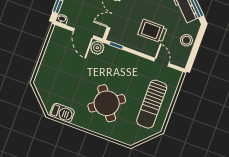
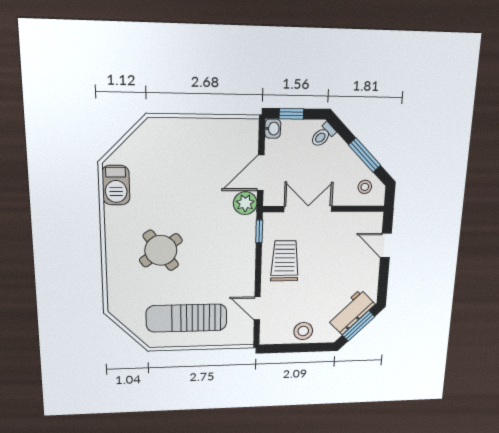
trolley: (152, 31) -> (285, 261), moved
door: (162, 62) -> (257, 308), swing flipped
round table: (107, 103) -> (161, 250), width x0.73, depth x0.73

